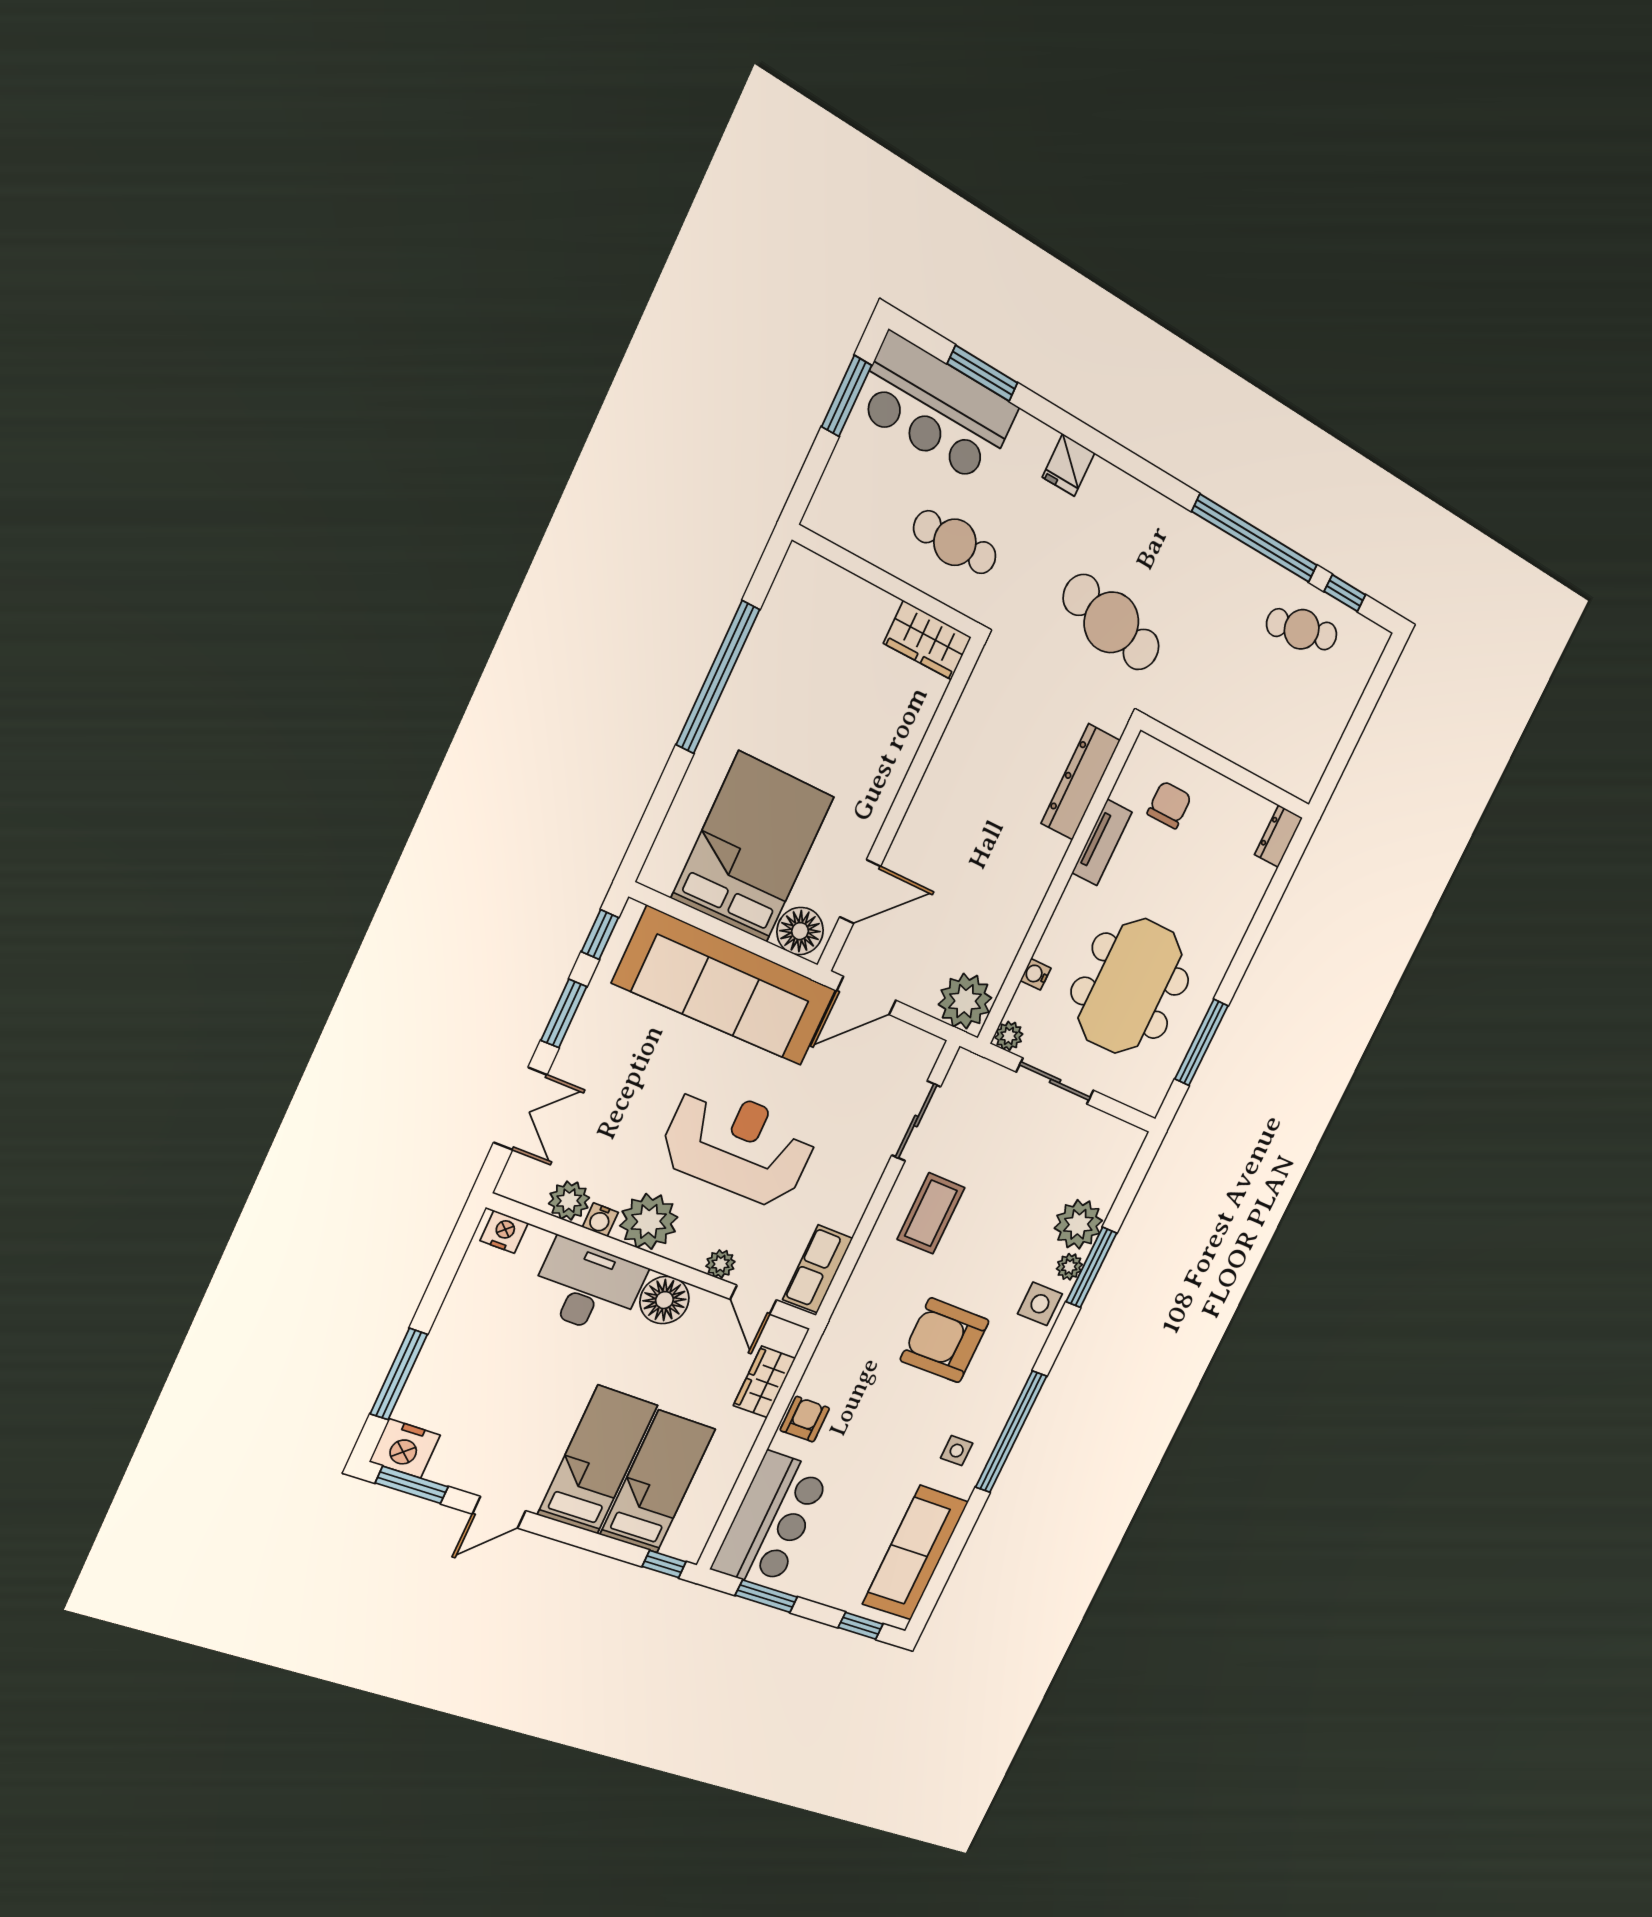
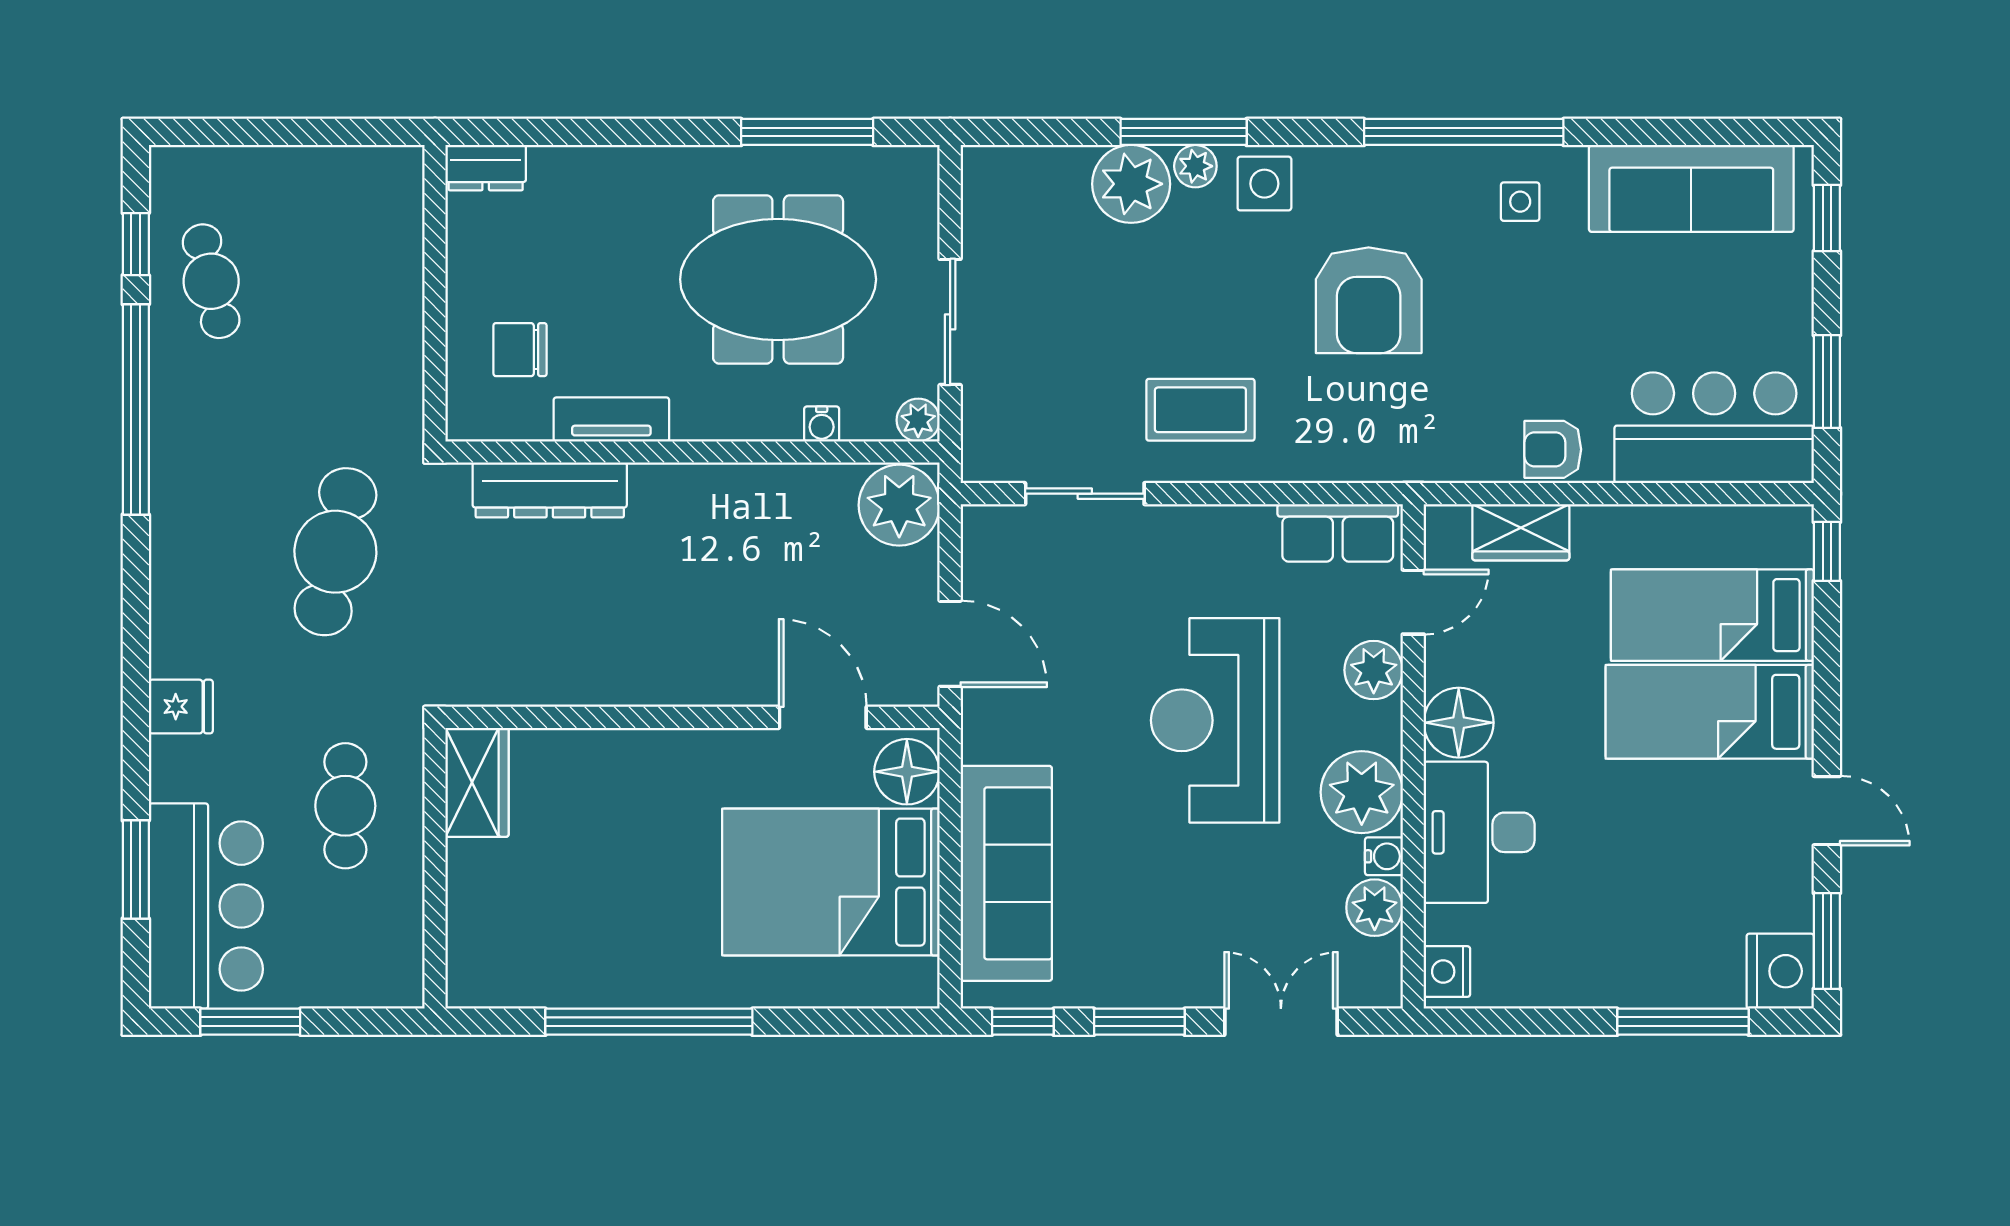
sofa: (725, 987) -> (1006, 873), width x0.74, depth x0.79
plant: (720, 1264) -> (1374, 670), width x1.38, depth x1.38

